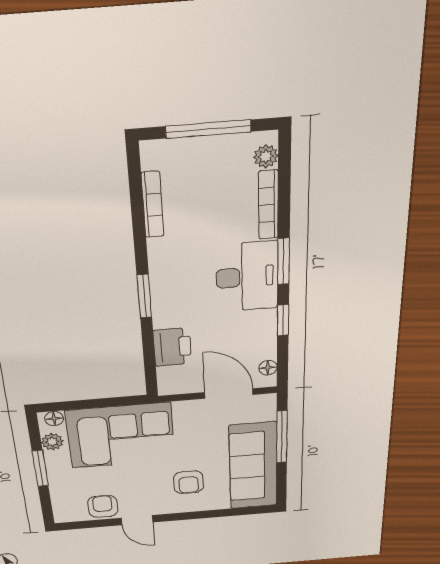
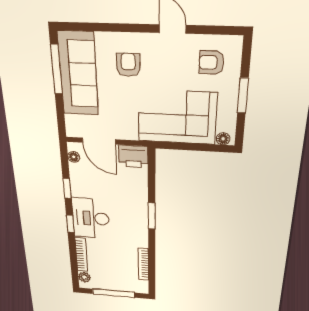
window: (284, 261) -> (70, 224), width x0.67
printer: (172, 347) -> (133, 156), moved, turned -90
window: (282, 437) -> (56, 69), moved
plant: (52, 442) -> (229, 119), removed
armchair: (103, 506) -> (212, 62), moved, turned 90

